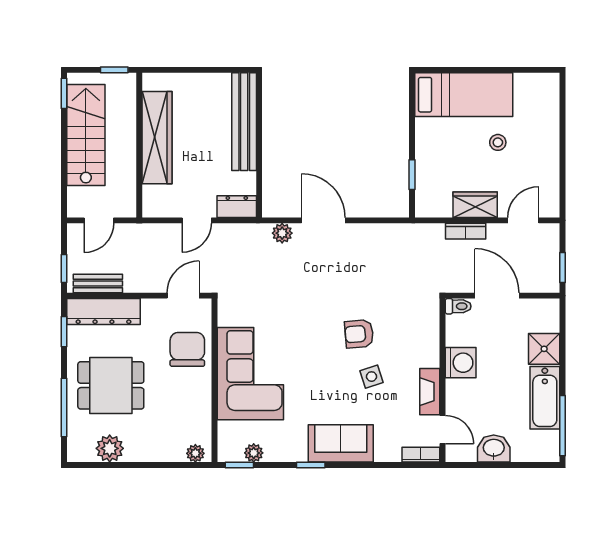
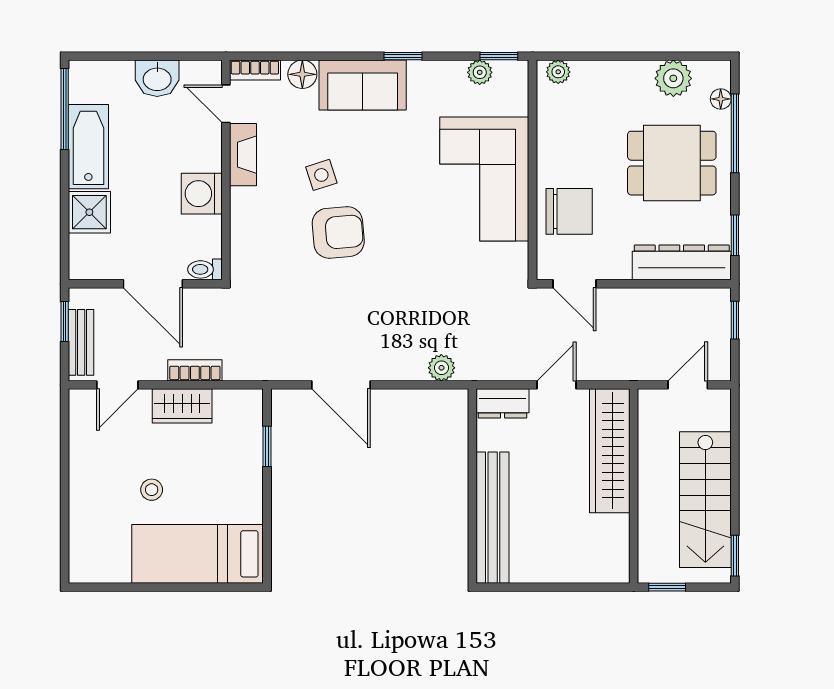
wardrobe: (157, 138) -> (610, 451), moved
door: (323, 220) -> (341, 385), moved
bench: (98, 283) -> (81, 342), moved, turned 90
door: (183, 296) -> (575, 284), hinge flipped
armchair: (359, 334) -> (338, 232), width x1.38, depth x1.38
chair: (187, 349) -> (569, 211), turned -90
floor lamp: (74, 433) -> (721, 99), added
floor lamp: (386, 451) -> (302, 74), added

